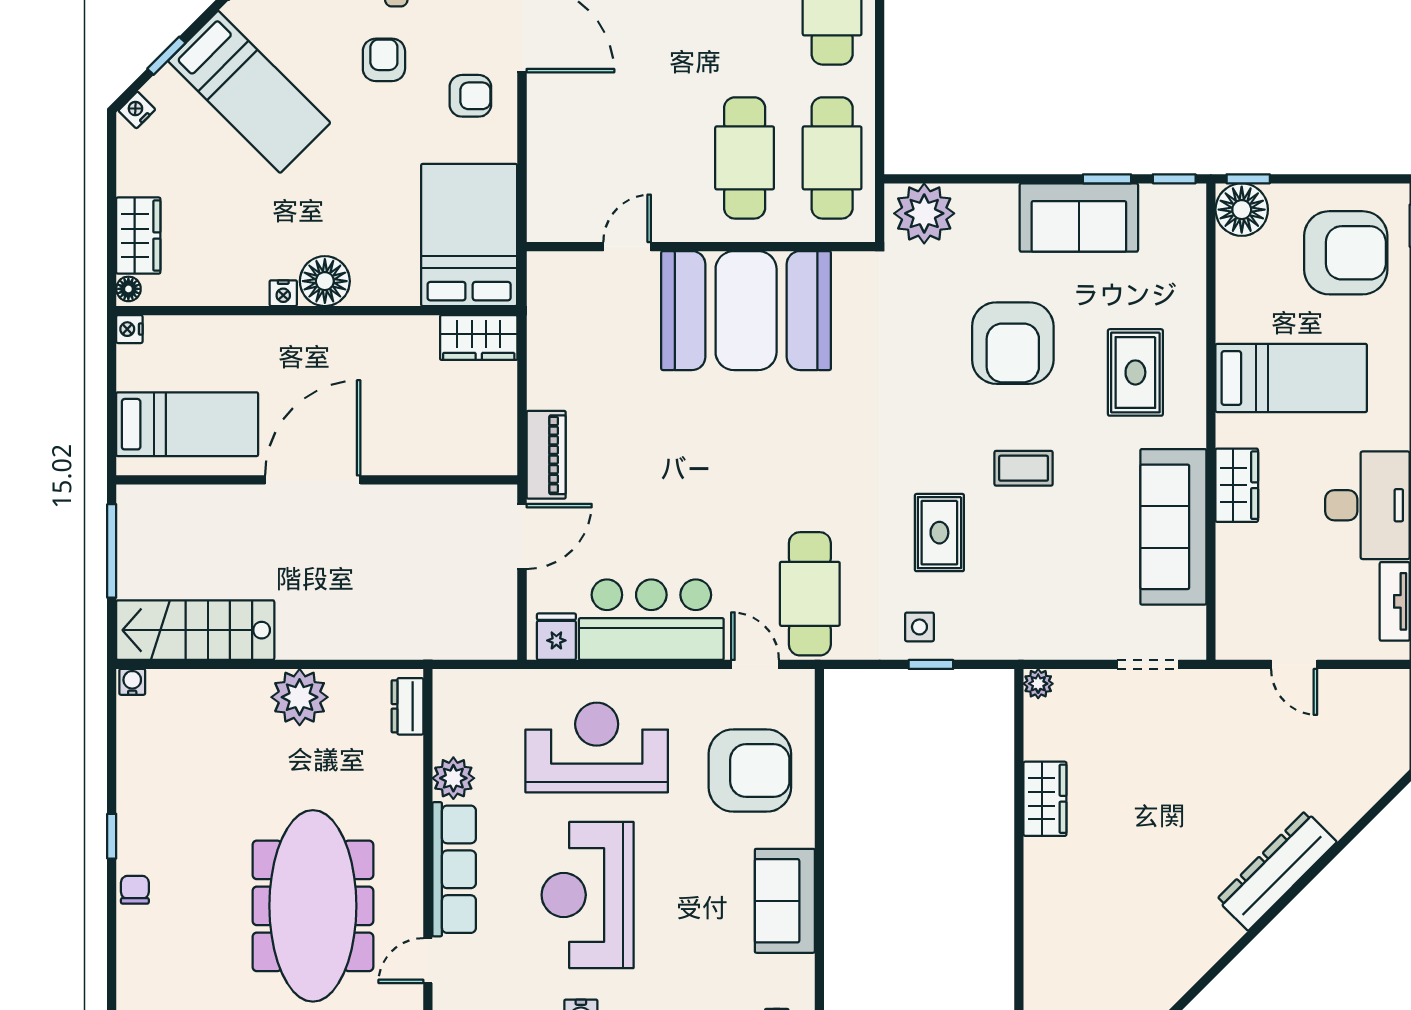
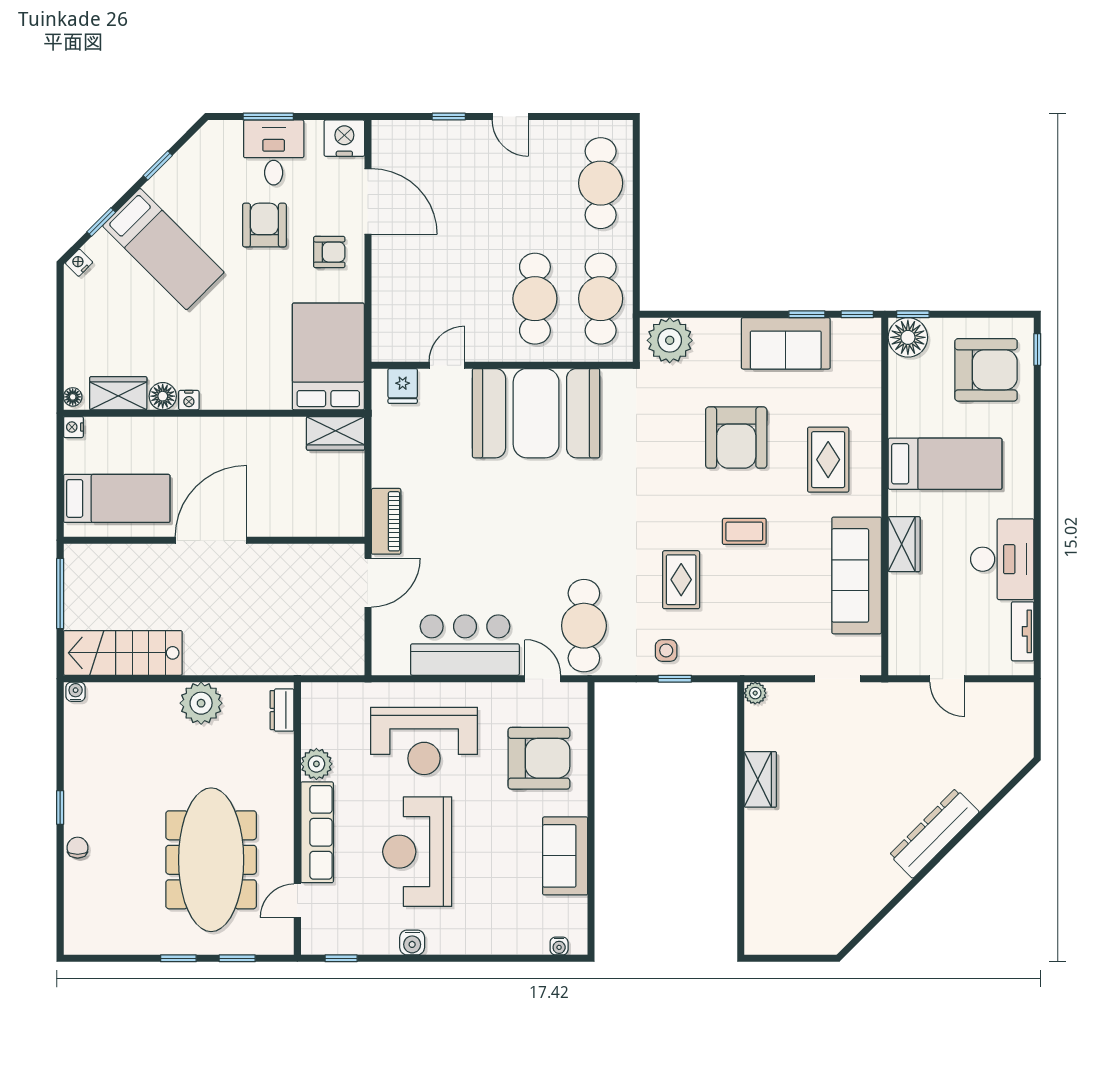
armchair: (384, 60) -> (264, 225), width x1.38, depth x1.38
wardrobe: (138, 236) -> (118, 393), moved, turned -90
floor lamp: (325, 281) -> (163, 396), moved, width x0.73, depth x0.73
fridge: (556, 637) -> (403, 386), moved, turned 180
reception desk: (597, 747) -> (424, 741), turned 180

